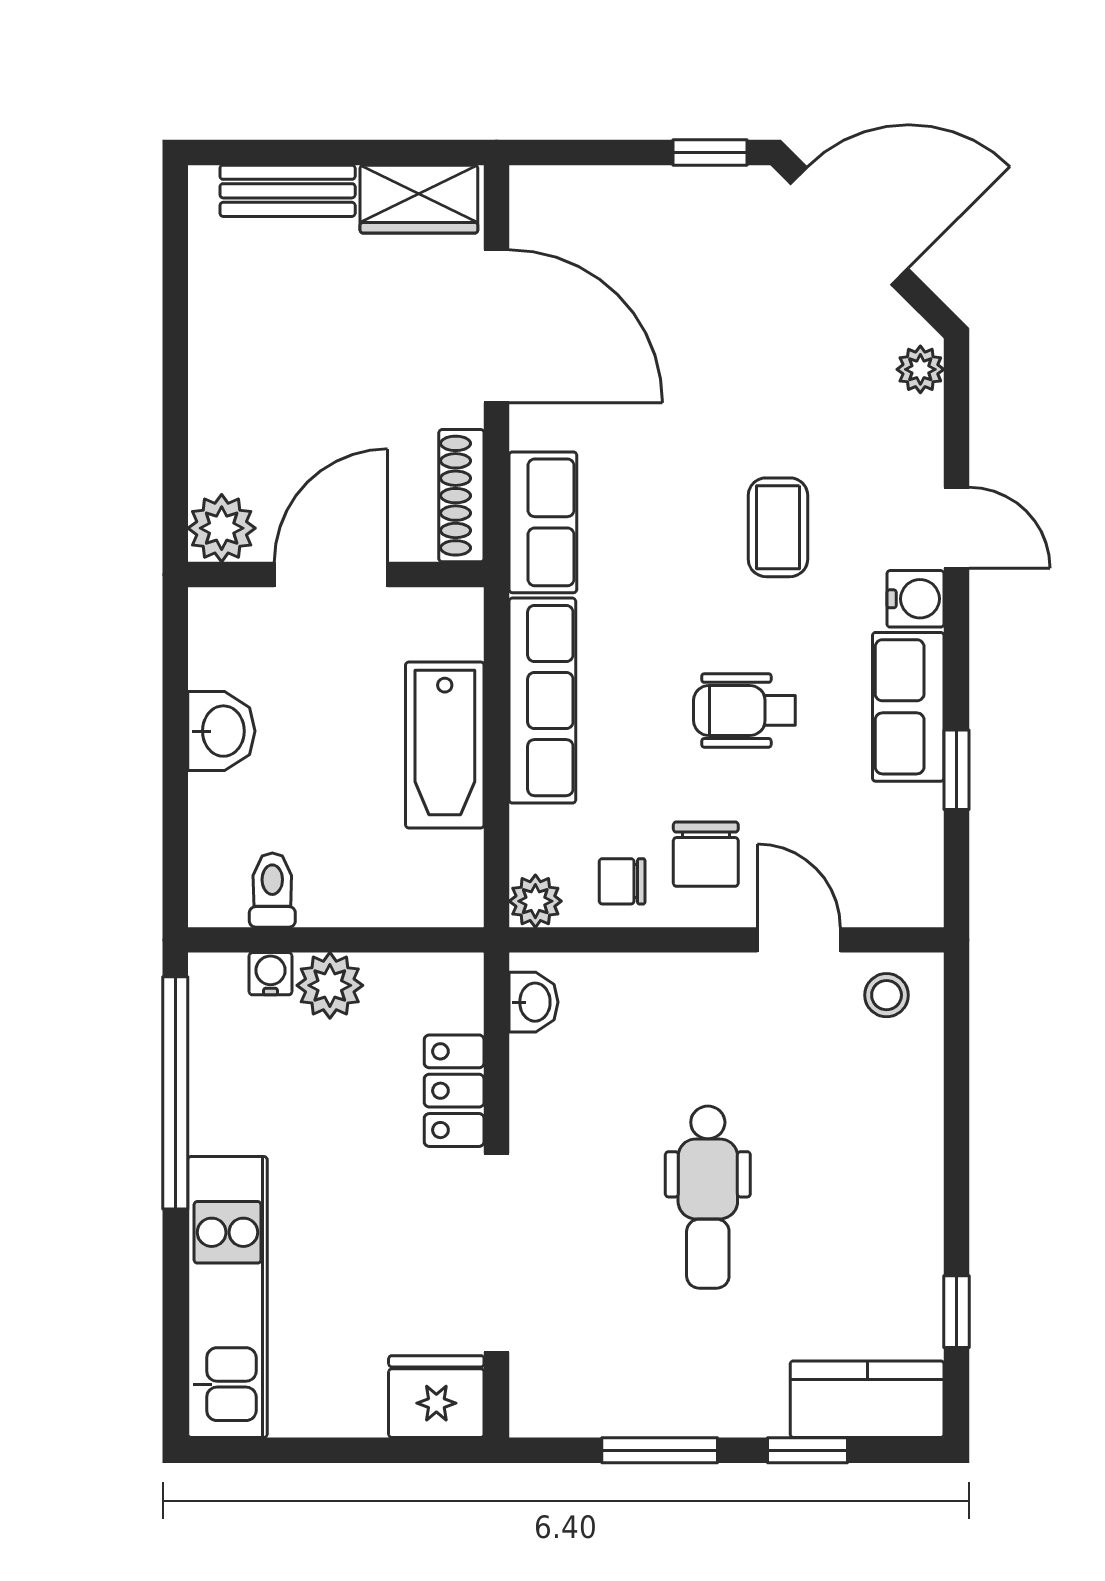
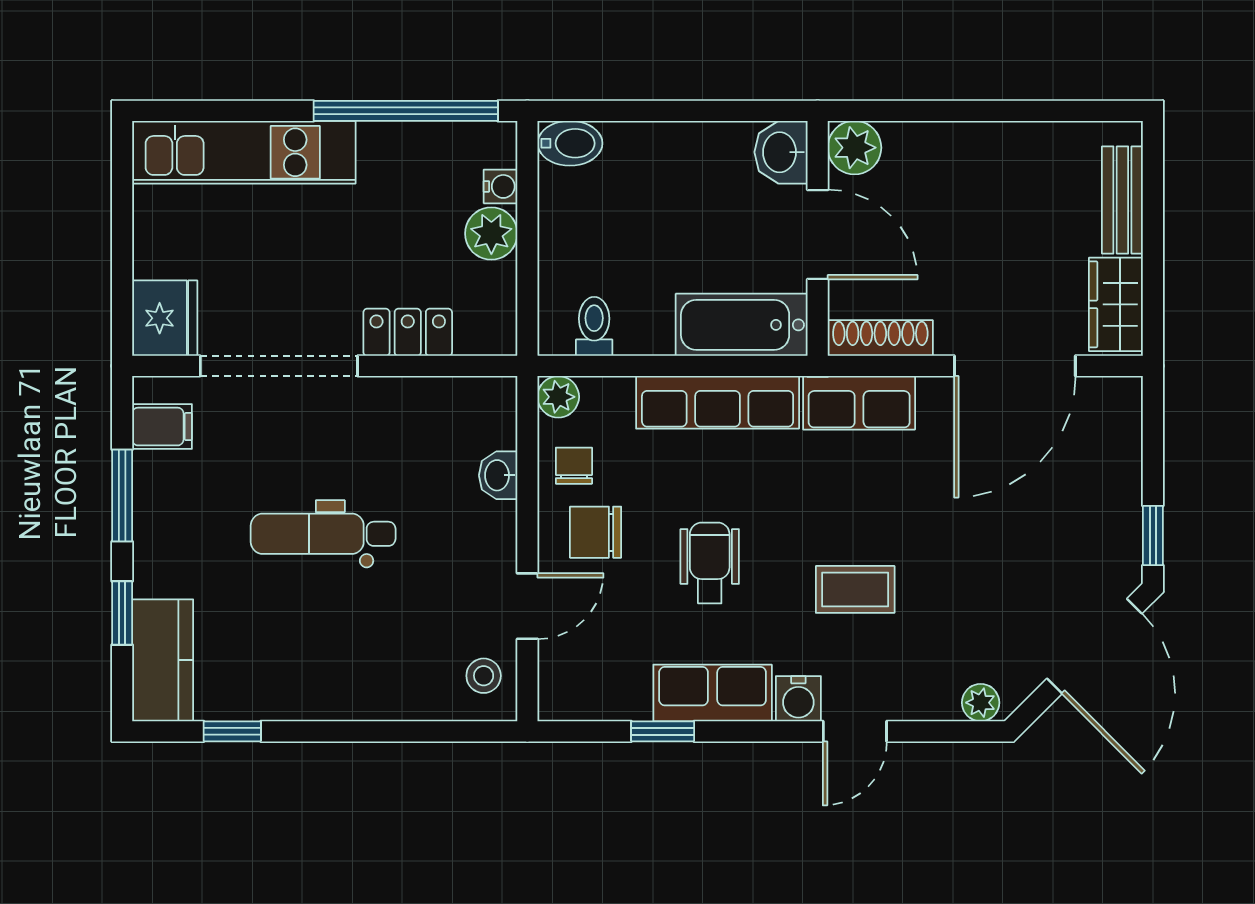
washbasin: (221, 731) -> (781, 152), moved, turned 90
bathtub: (445, 745) -> (742, 325), moved
bidet: (216, 886) -> (570, 143), added
toilet: (272, 890) -> (594, 326), moved, turned -90
washbasin: (533, 1002) -> (498, 475), moved, turned 90
filing cabinet: (573, 1400) -> (162, 427), added

